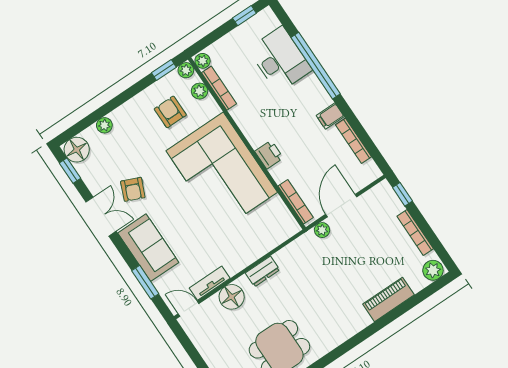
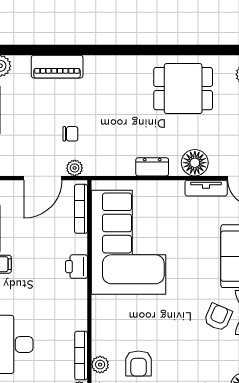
corner sofa: (222, 171) -> (129, 242), moved
chair: (343, 254) -> (70, 134), added

